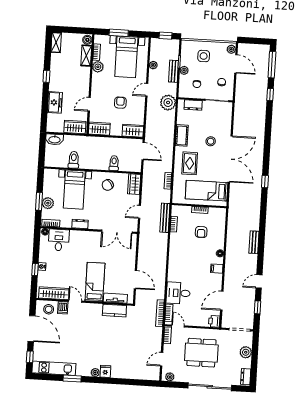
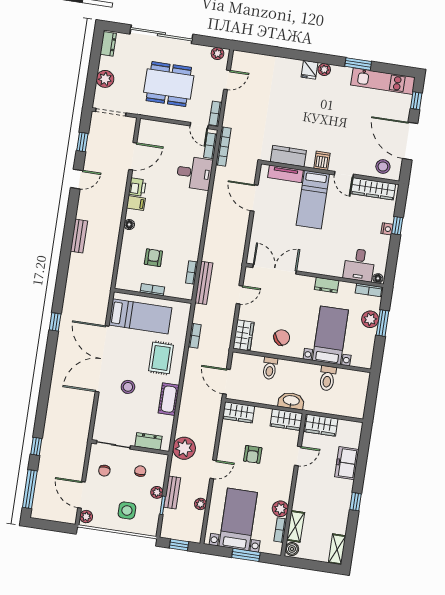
washbasin: (54, 139) -> (291, 401), moved
dishwasher: (63, 308) -> (322, 161), moved
printer: (214, 321) -> (137, 187), moved

